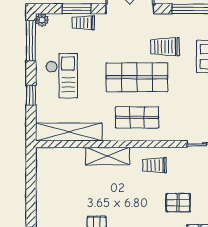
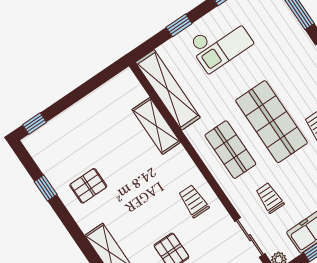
trolley: (83, 23) -> (270, 198), moved
shelving: (108, 156) -> (156, 126), moved

